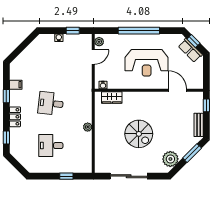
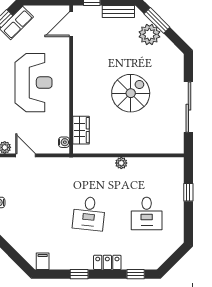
filing cabinet: (16, 85) -> (43, 261), moved
door: (177, 90) -> (71, 24), moved
plant: (170, 159) -> (149, 34), moved

